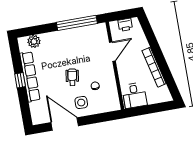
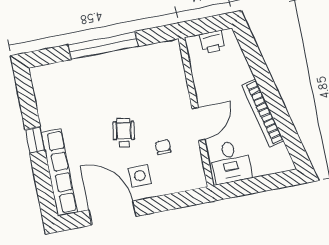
window: (77, 23) -> (103, 46), moved
plant: (34, 41) -> (57, 73), removed
door: (112, 52) -> (198, 124), moved
row of seats: (30, 77) -> (59, 172), moved

